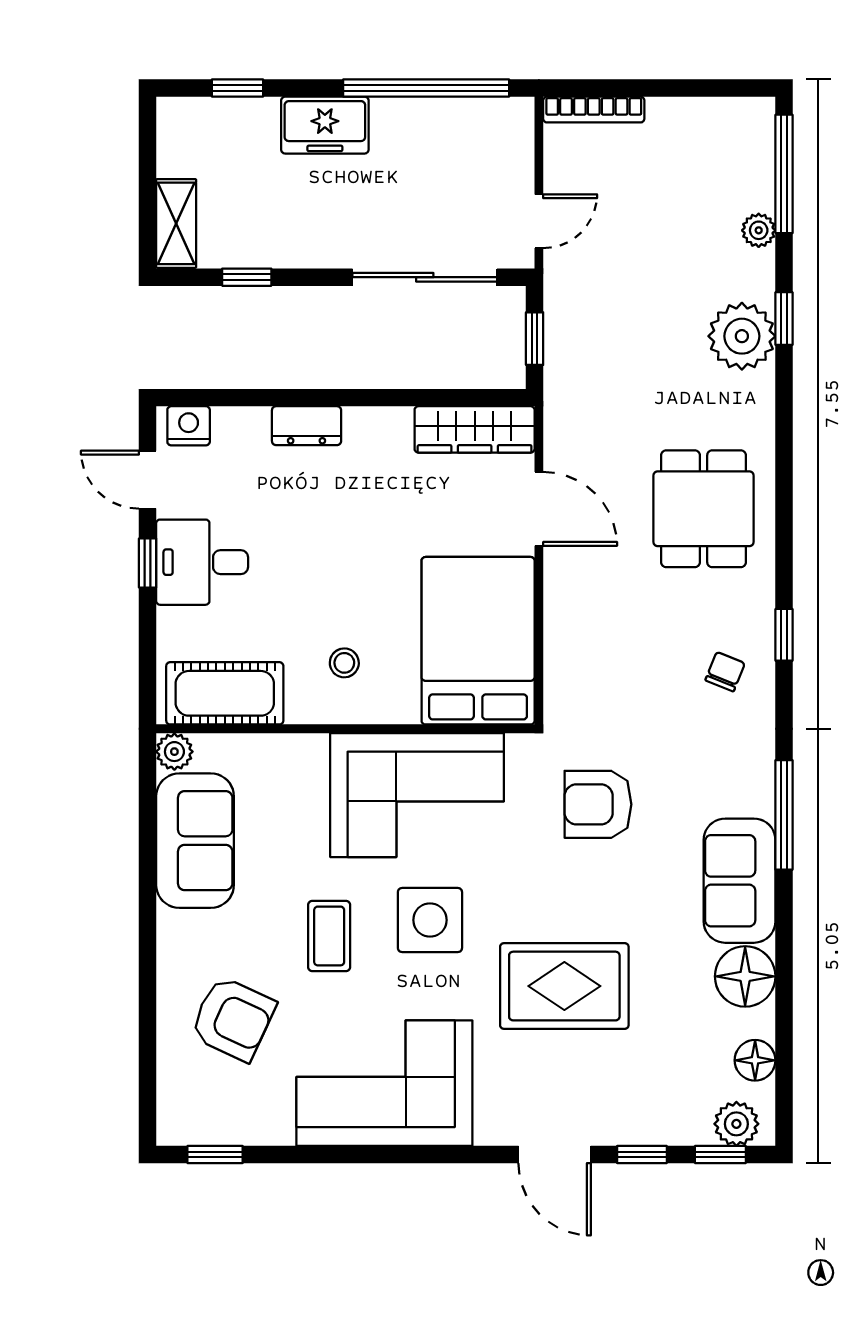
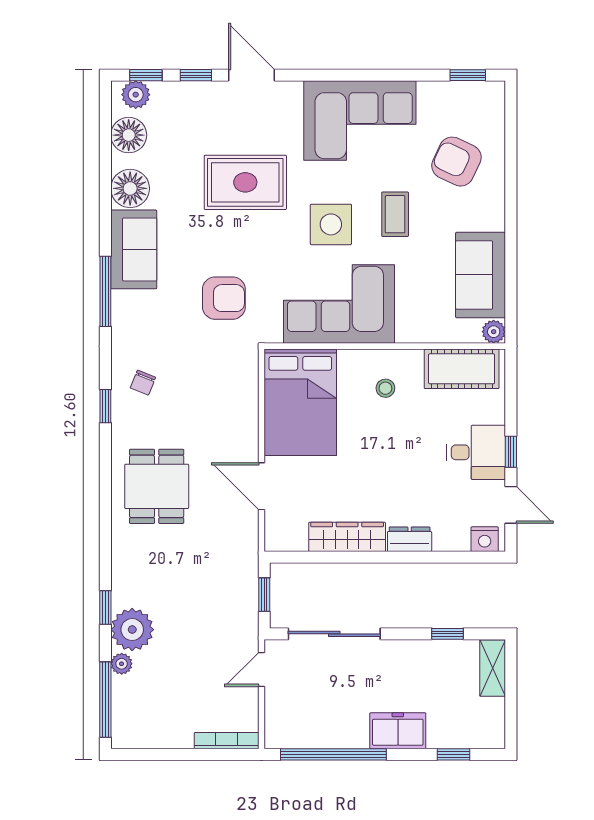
plant: (742, 336) -> (132, 630), moved
wardrobe: (475, 429) -> (347, 537), moved
floor lamp: (755, 1060) -> (129, 135), width x1.38, depth x1.38

